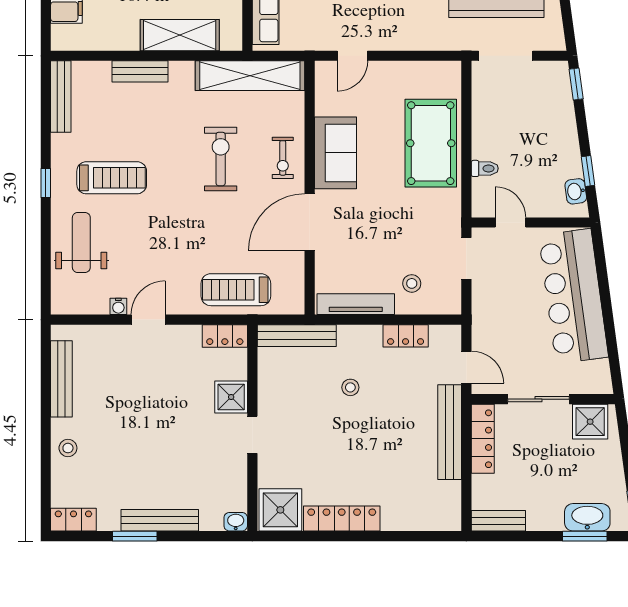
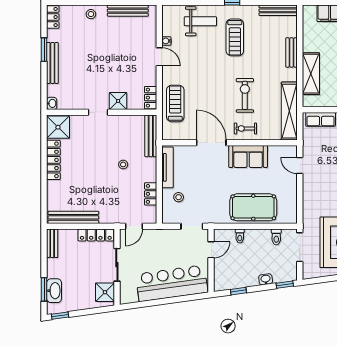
toilet: (486, 100) -> (276, 237), added
exercise bike: (221, 159) -> (245, 95), turned -90
washbasin: (576, 191) -> (266, 279), moved
bench: (450, 432) -> (73, 217), moved

